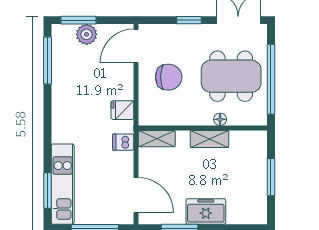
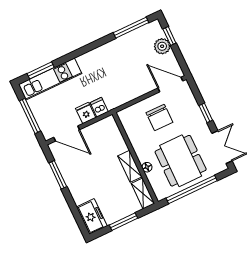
window: (79, 20) -> (169, 36), width x0.67
fridge: (122, 110) -> (86, 113), moved
shelving: (157, 139) -> (143, 193), moved
door: (136, 195) -> (67, 134), hinge flipped
freezer: (206, 211) -> (92, 216), moved

